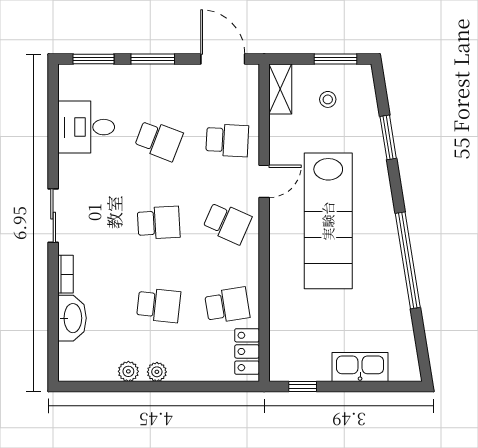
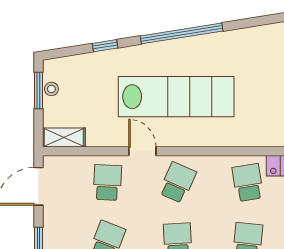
stool: (328, 99) -> (51, 89), moved
window: (388, 137) -> (105, 46), width x0.67
window: (408, 260) -> (182, 33), moved

